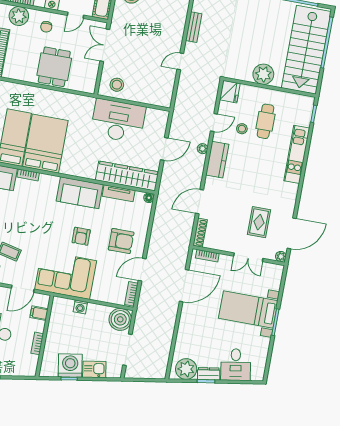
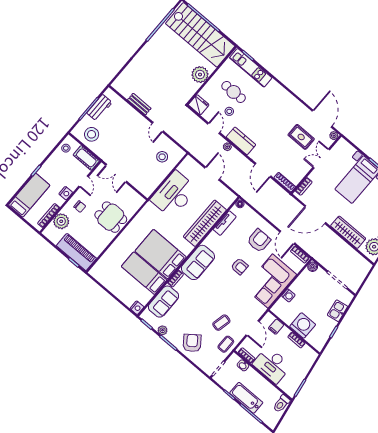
stool: (117, 85) -> (162, 157), moved
kitchen unit: (297, 154) -> (251, 68), moved
wardrobe: (127, 176) -> (205, 223), moved
sofa: (80, 193) -> (198, 262), moved
double door: (248, 257) -> (321, 158), swing flipped
corner sofa: (66, 275) -> (270, 281), moved
door: (184, 286) -> (315, 215), swing flipped
boiler: (120, 319) -> (313, 267), width x0.54, depth x0.54
wardrobe: (186, 332) -> (348, 232), added
washing machine: (70, 366) -> (303, 325), moved, turned 99

